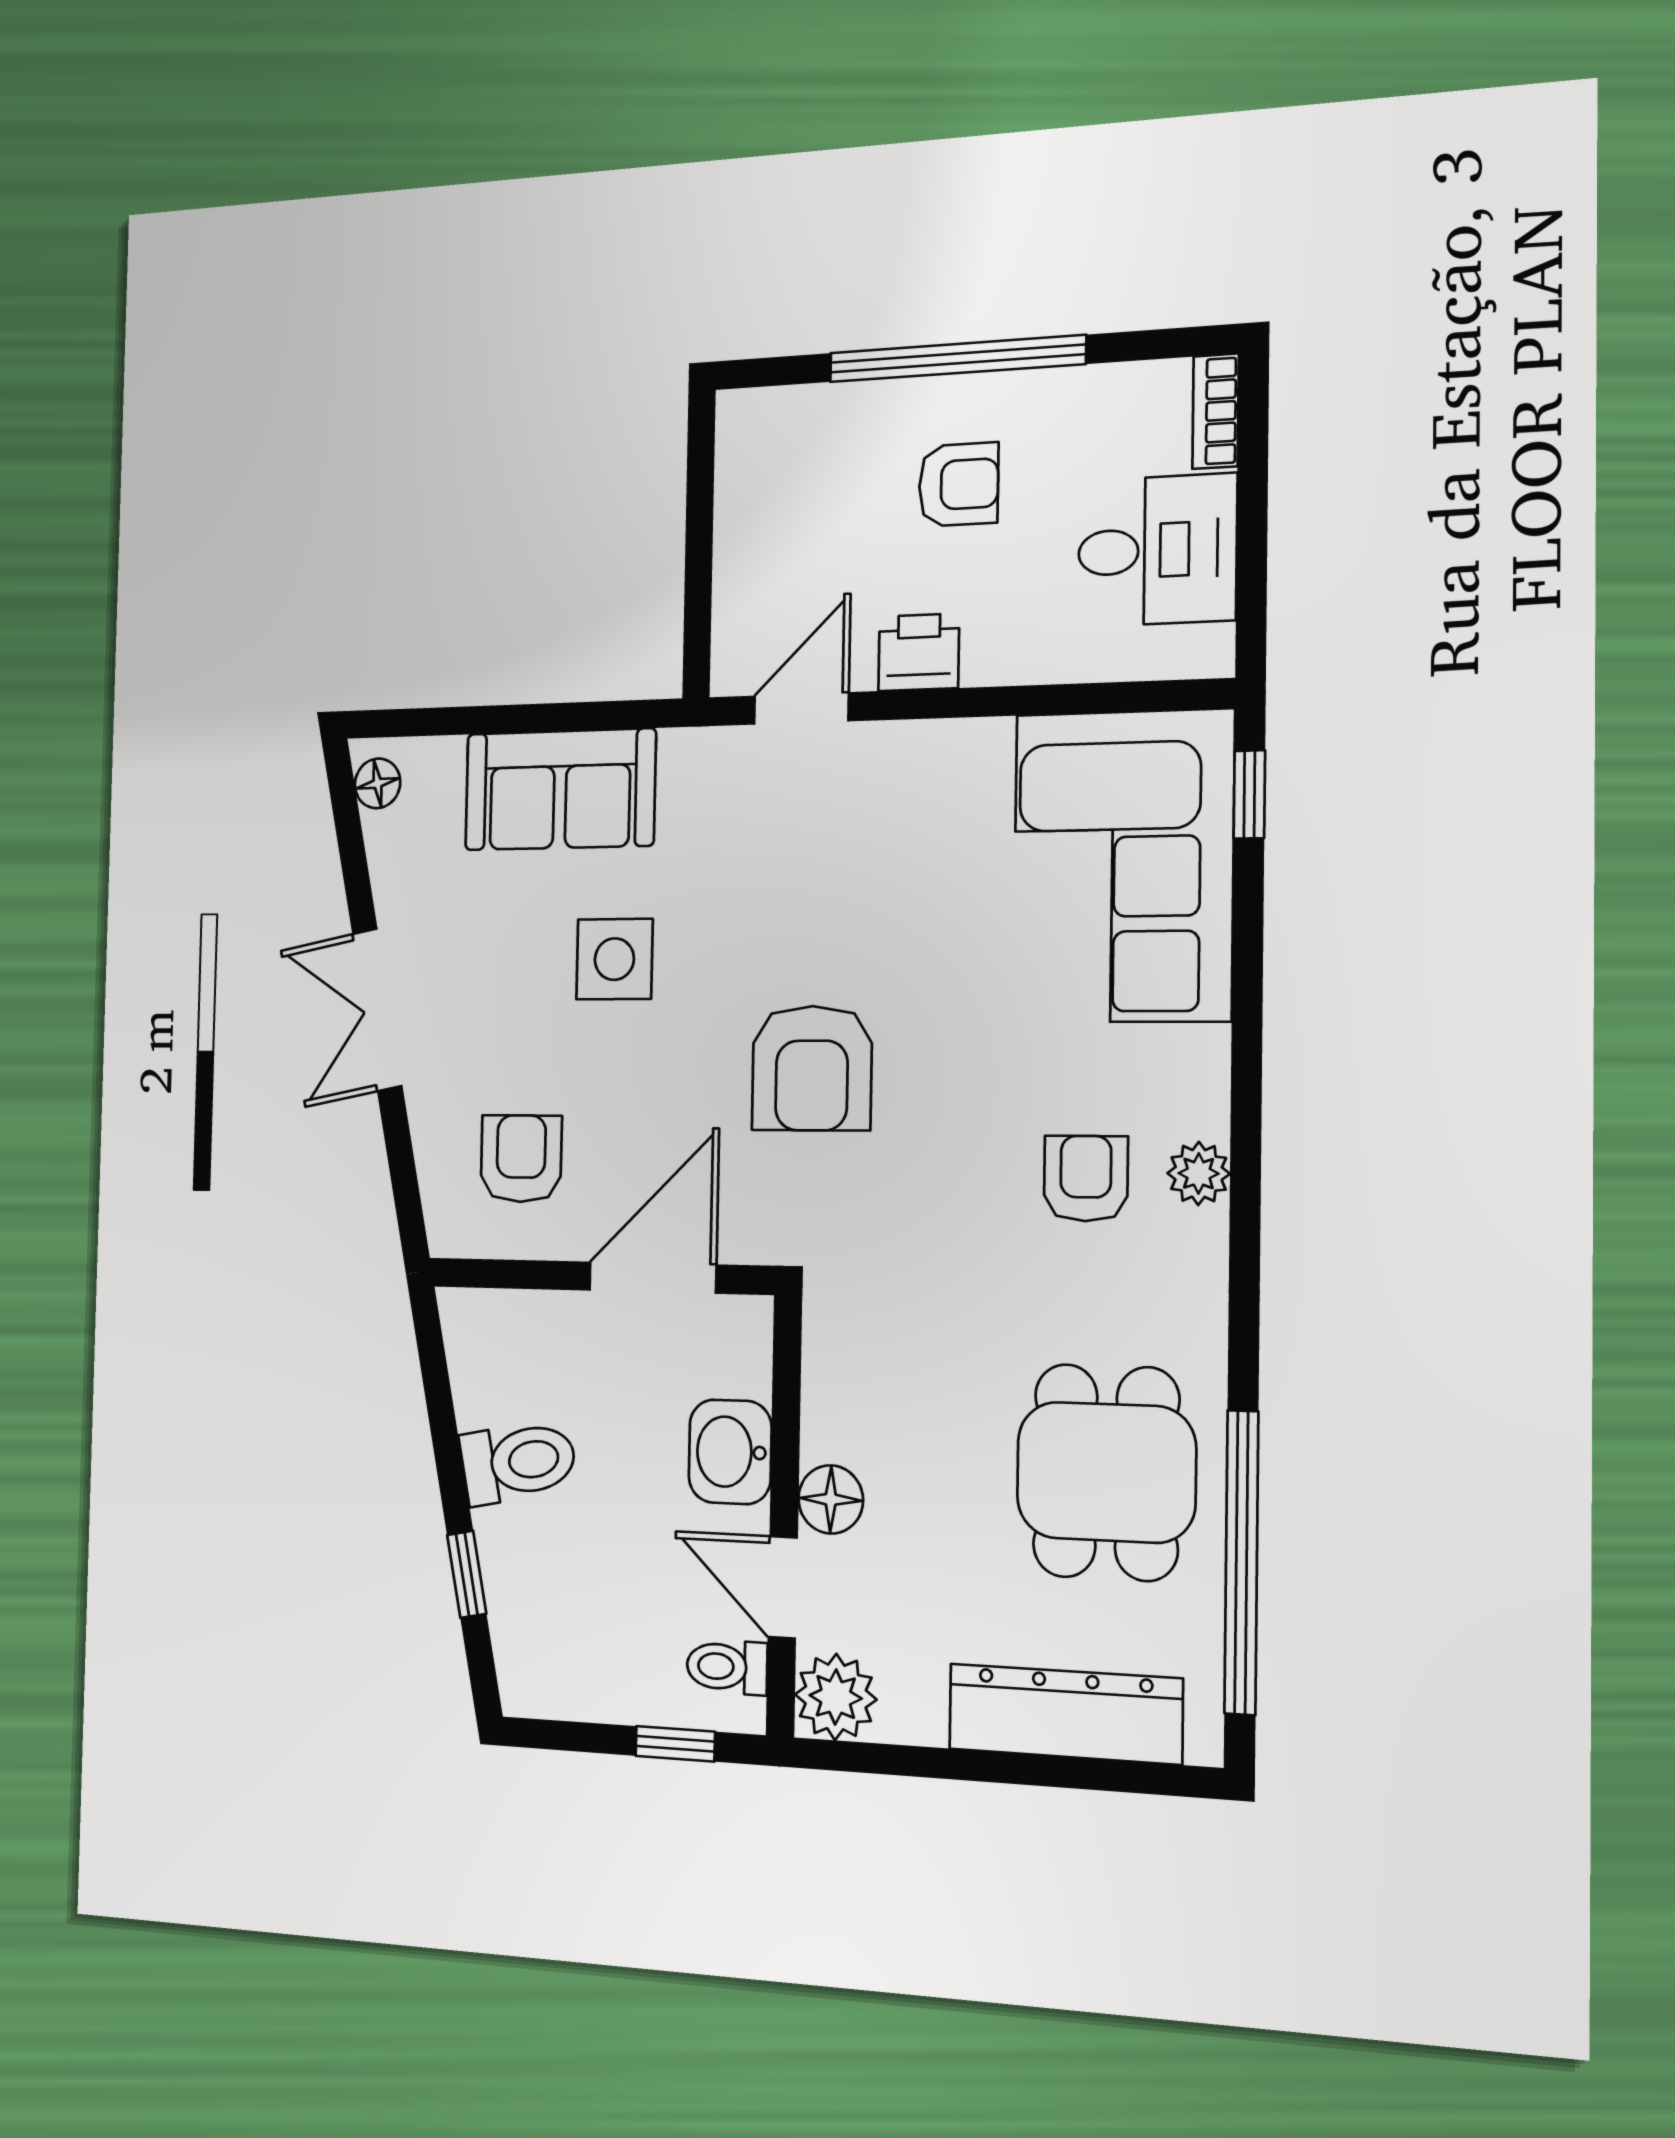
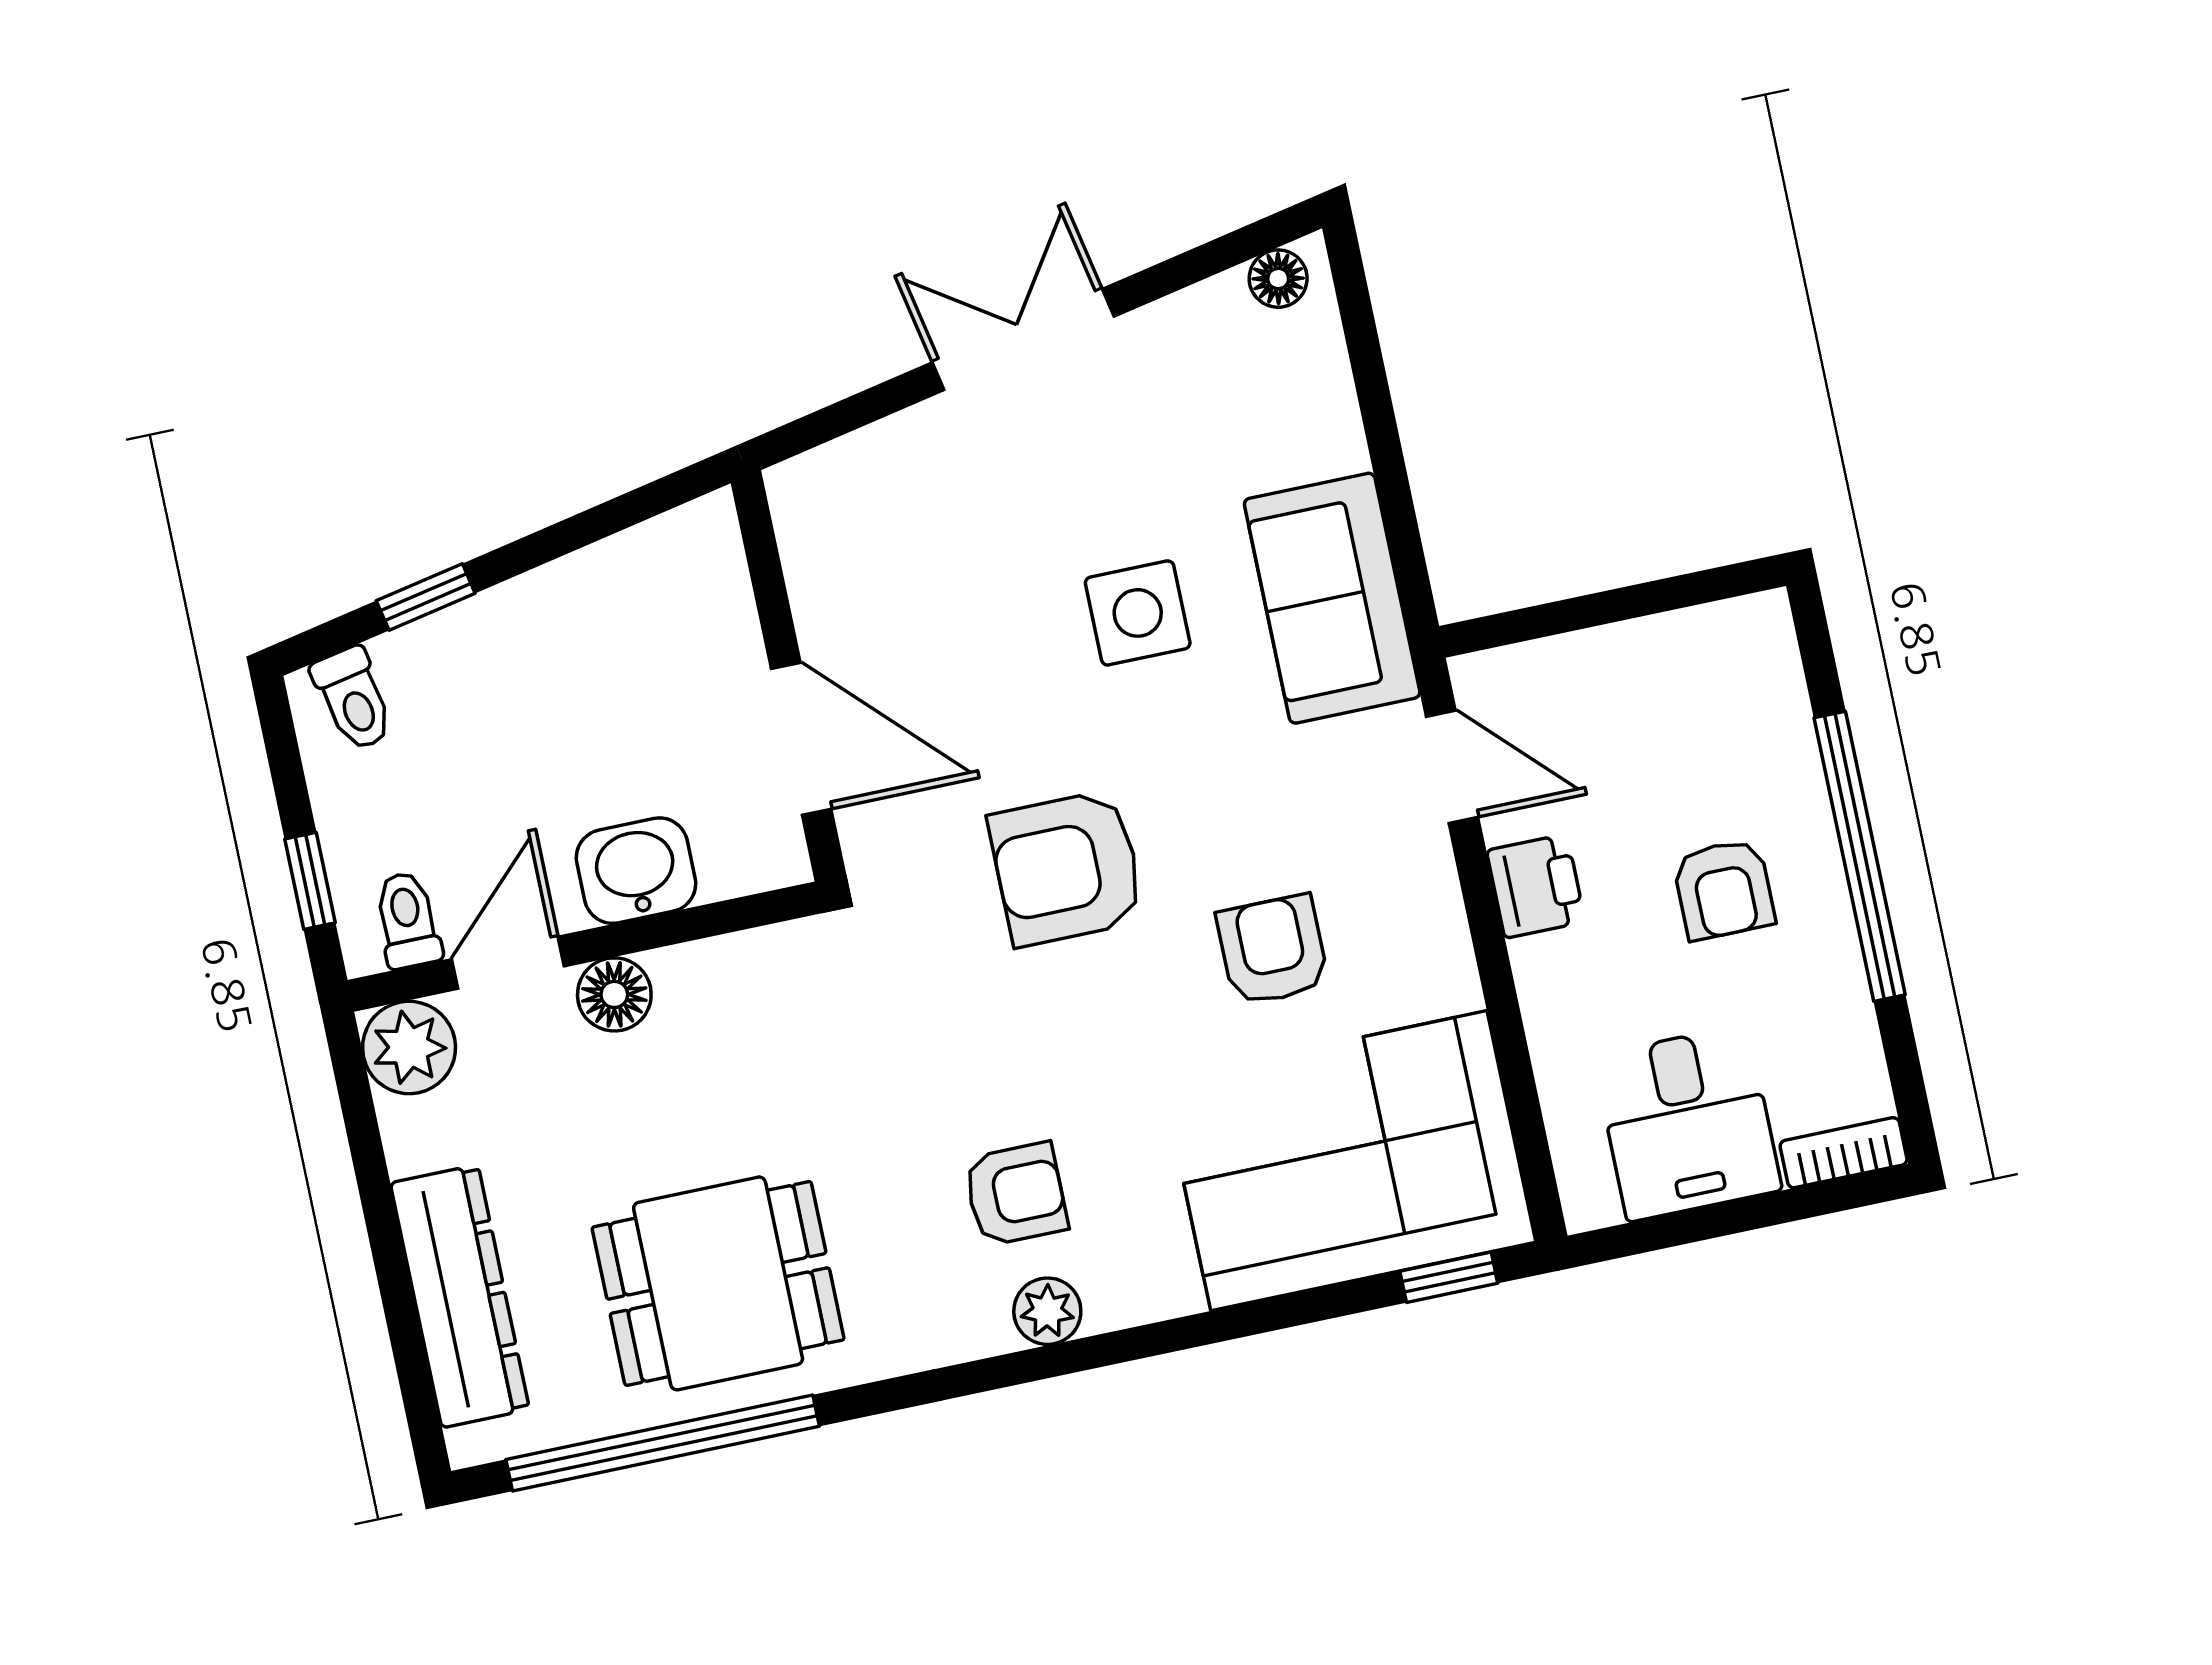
sofa: (560, 790) -> (1332, 598), moved
armchair: (521, 1159) -> (1273, 950), moved, turned -90
toilet: (518, 1462) -> (353, 699), moved, width x0.73, depth x0.72

